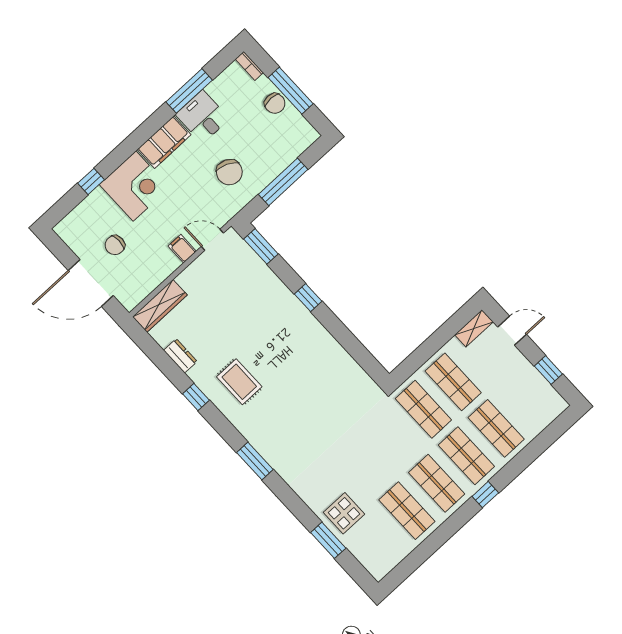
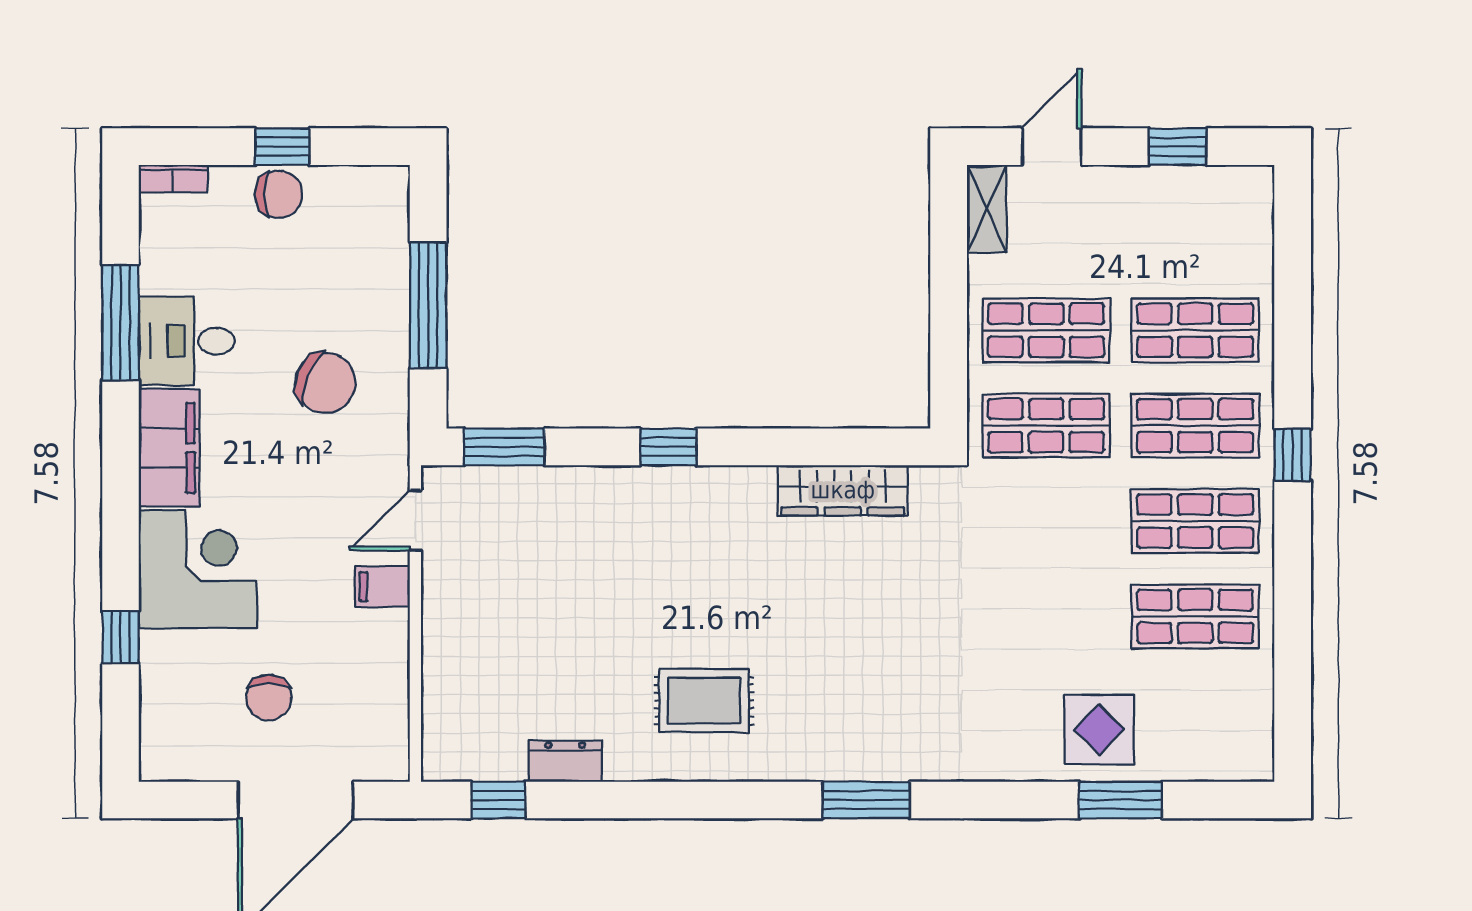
window: (291, 91) -> (282, 147), width x0.46
wardrobe: (160, 306) -> (843, 490), moved, turned 90
window: (196, 397) -> (499, 800), moved

